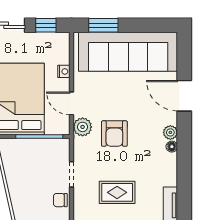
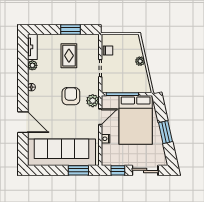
door: (71, 103) -> (100, 117), hinge flipped
plant: (170, 132) -> (32, 65), moved
plant: (13, 184) -> (140, 61), added
rug: (117, 192) -> (69, 56), turned 90

